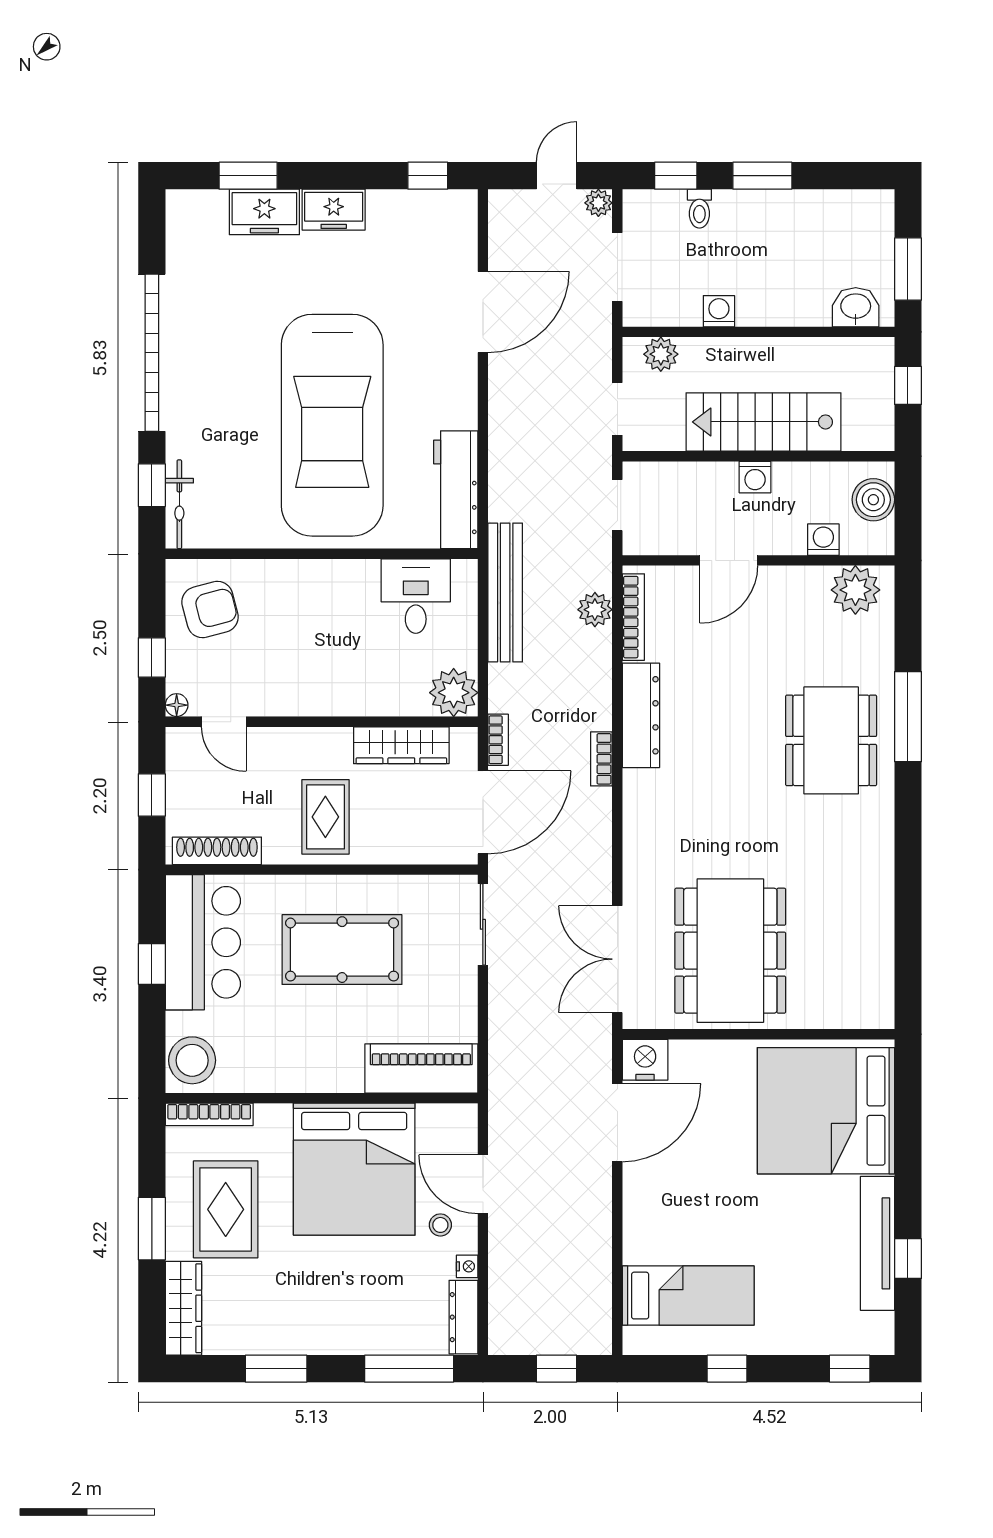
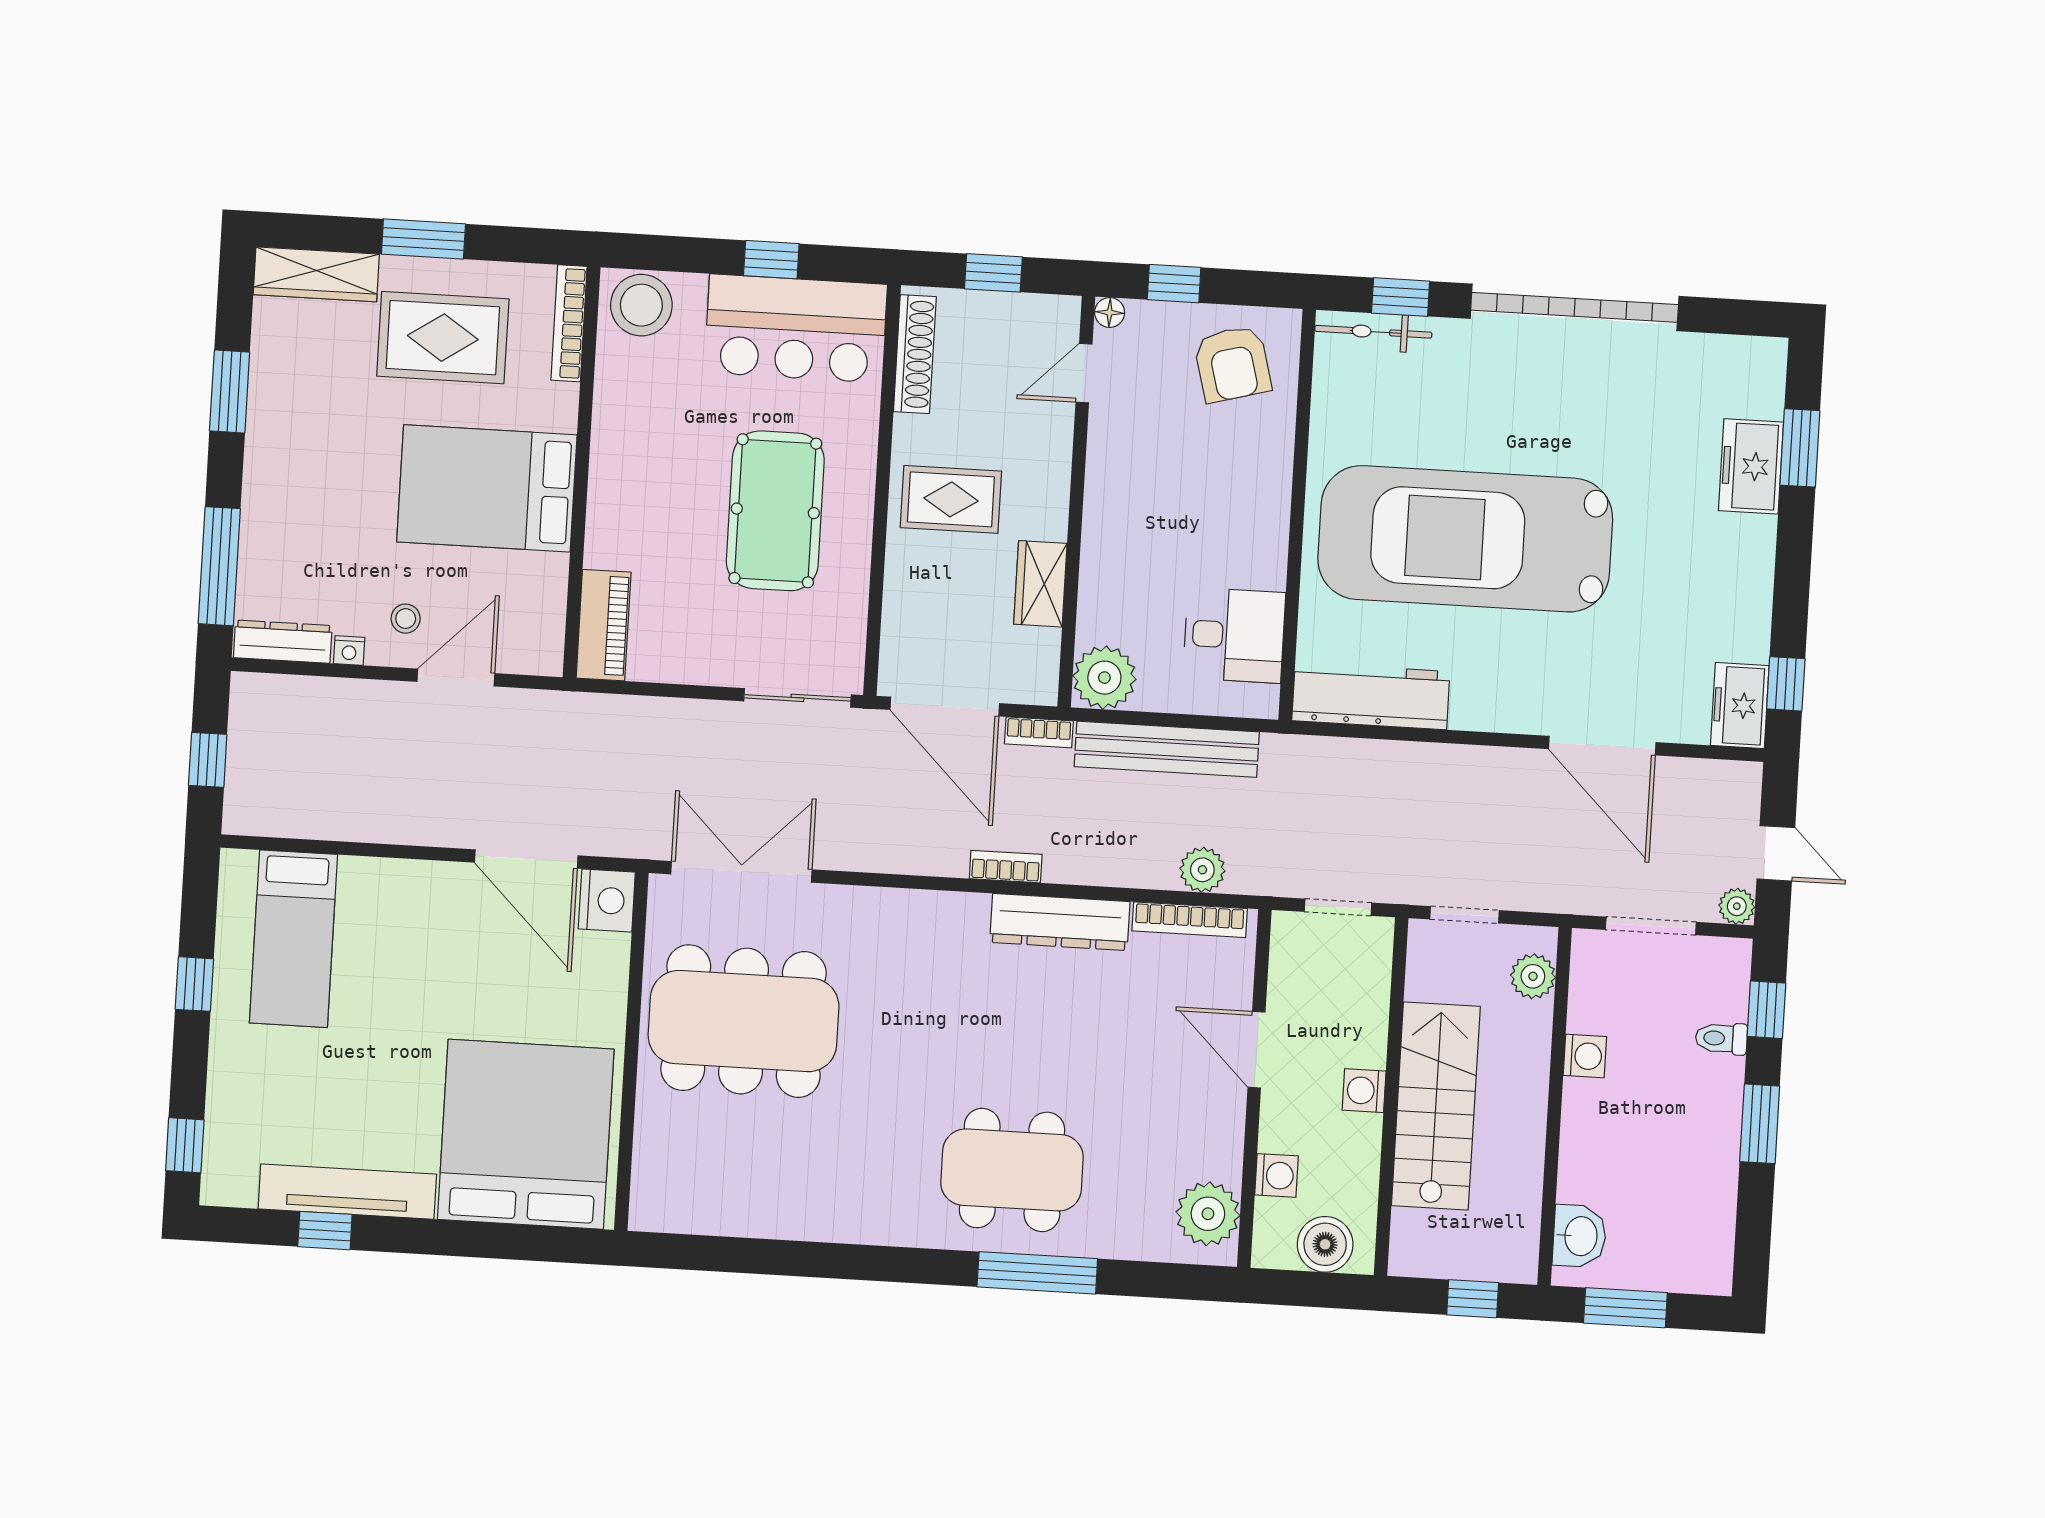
freezer: (334, 210) -> (1740, 706), moved
bench: (505, 593) -> (1167, 749), moved
wardrobe: (401, 745) -> (1040, 584), width x0.67
piano: (421, 1069) -> (604, 625), width x0.73, depth x0.75
bed: (354, 1169) -> (487, 488), width x0.73

